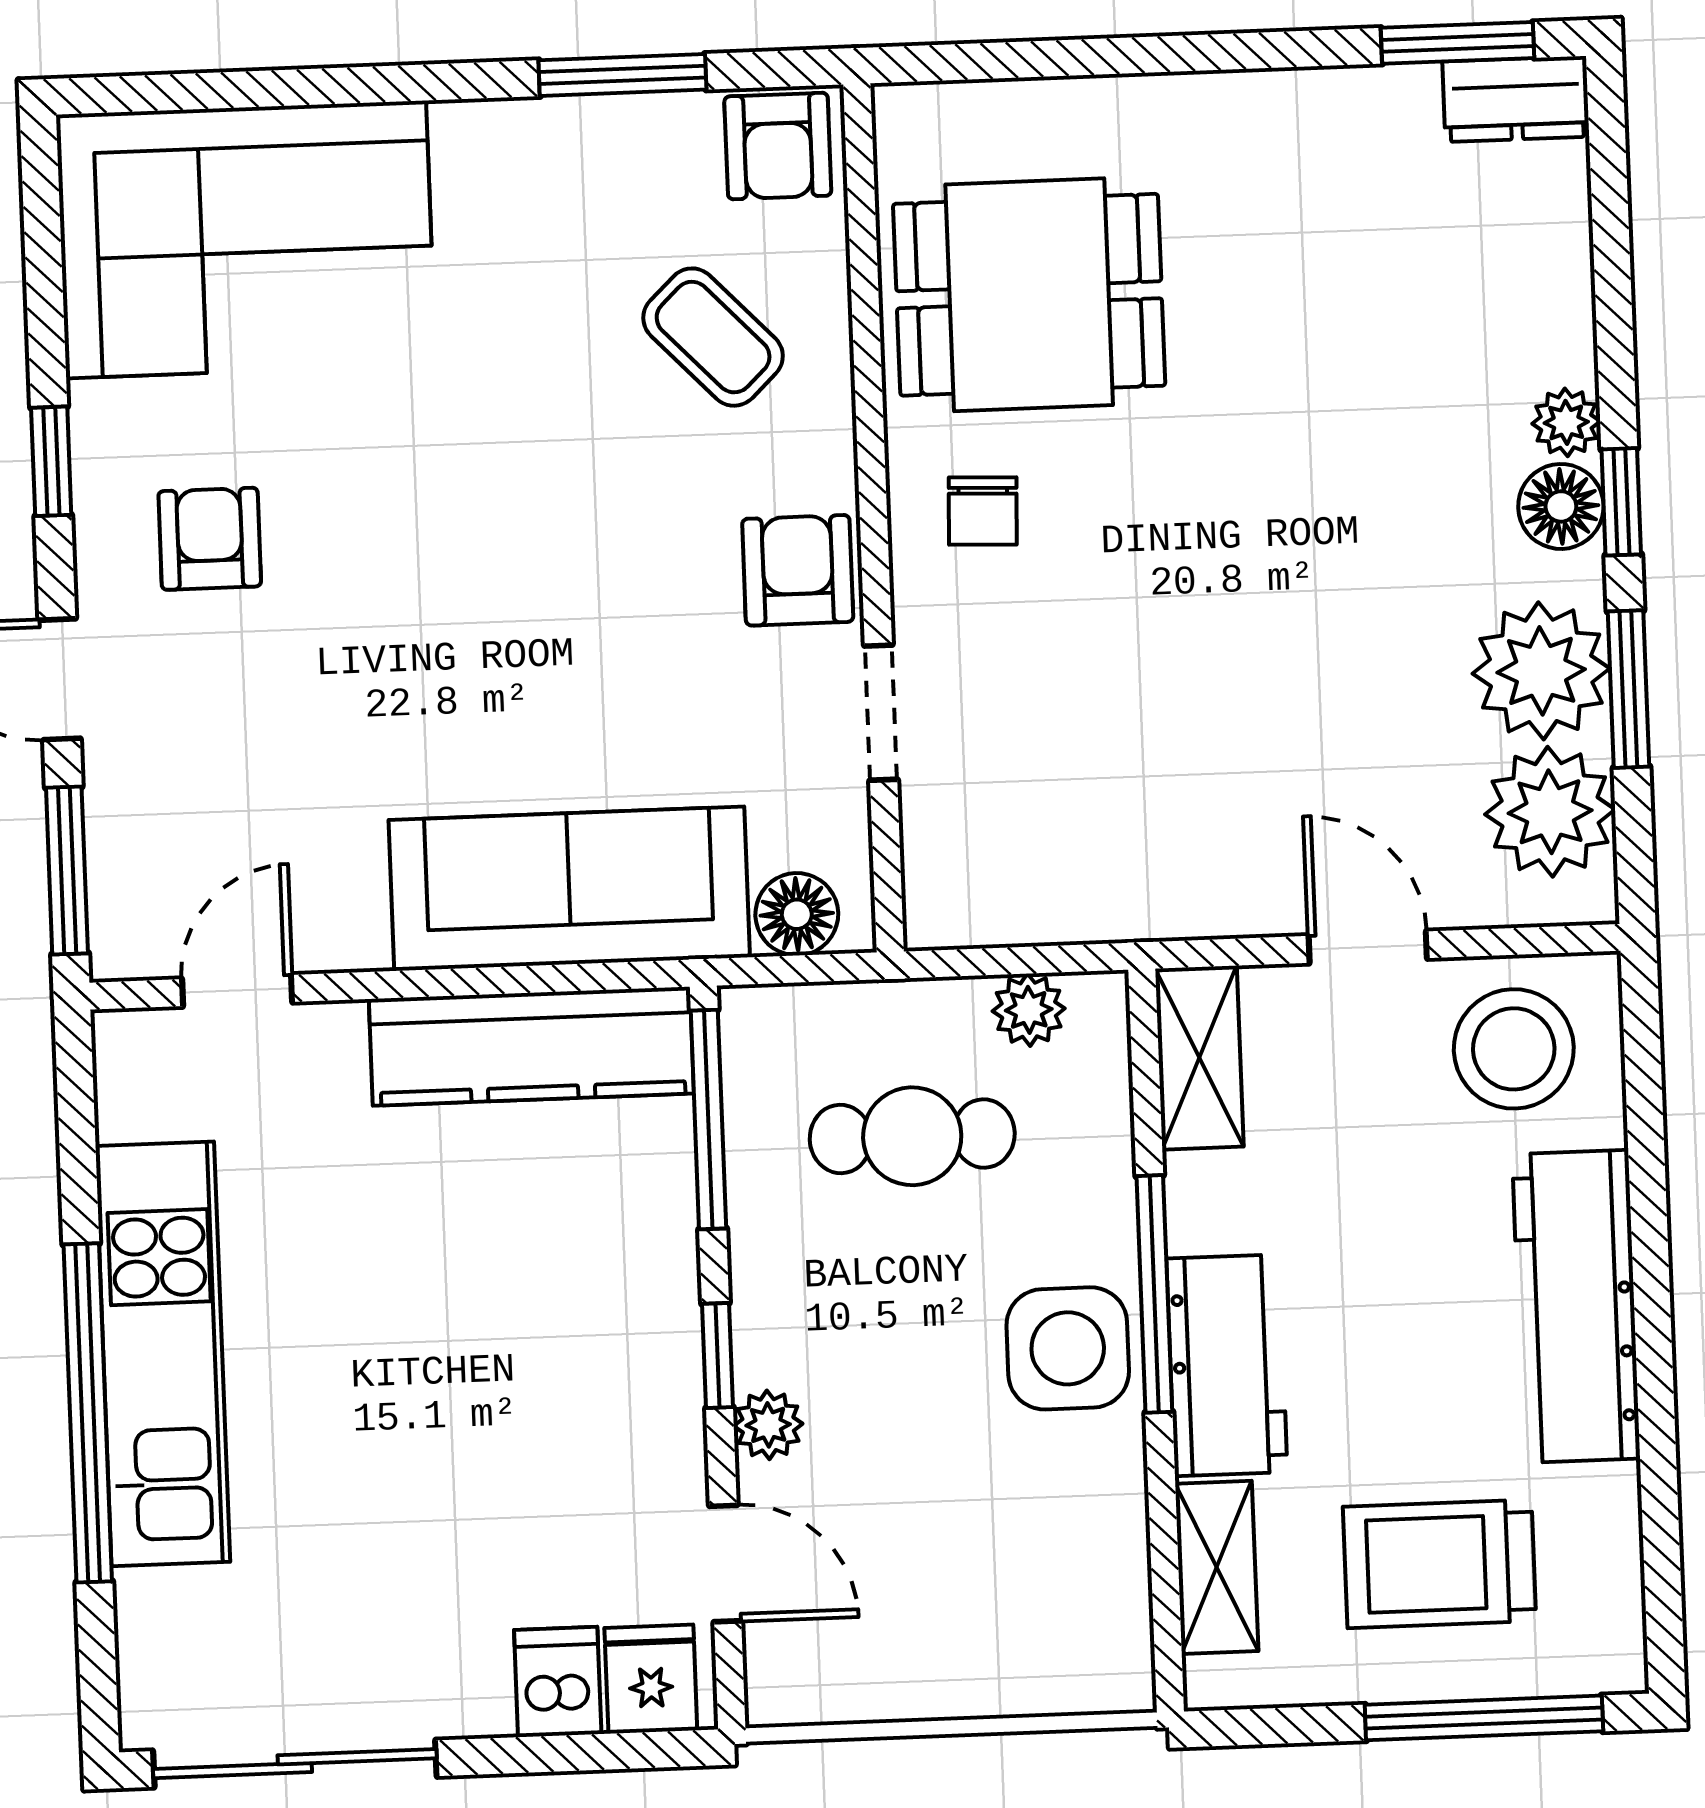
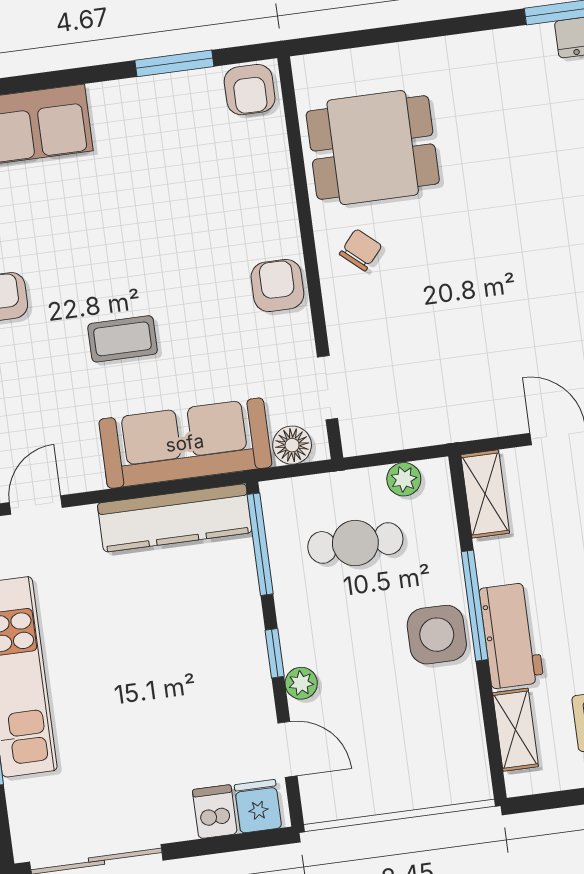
coffee table: (713, 337) -> (123, 339), moved, turned -46
chair: (983, 511) -> (361, 250), turned -141
doorway: (881, 713) -> (328, 388), moved

